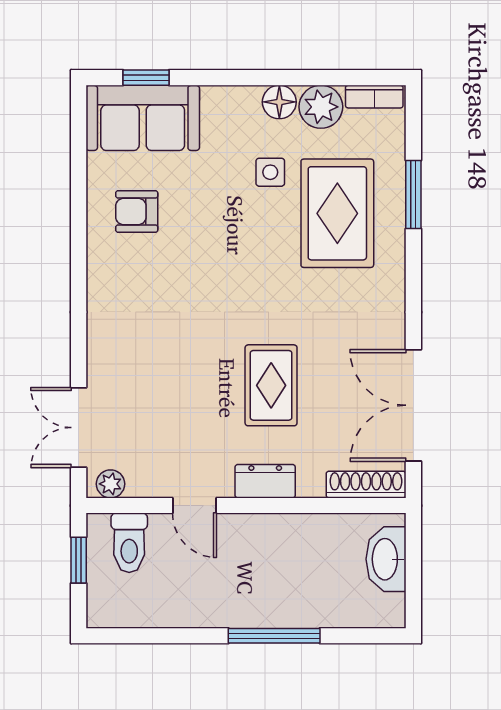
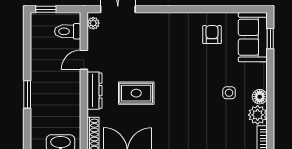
rug: (337, 213) -> (211, 122), removed
dresser: (265, 481) -> (94, 91), width x1.44
window: (79, 560) -> (46, 9), moved
window: (274, 636) -> (27, 94), width x0.69

